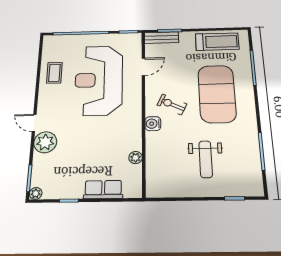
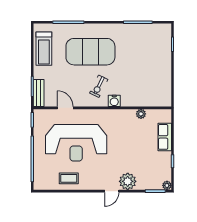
treadmill: (217, 42) -> (44, 49), turned 180
weight bench: (206, 159) -> (143, 63), removed

